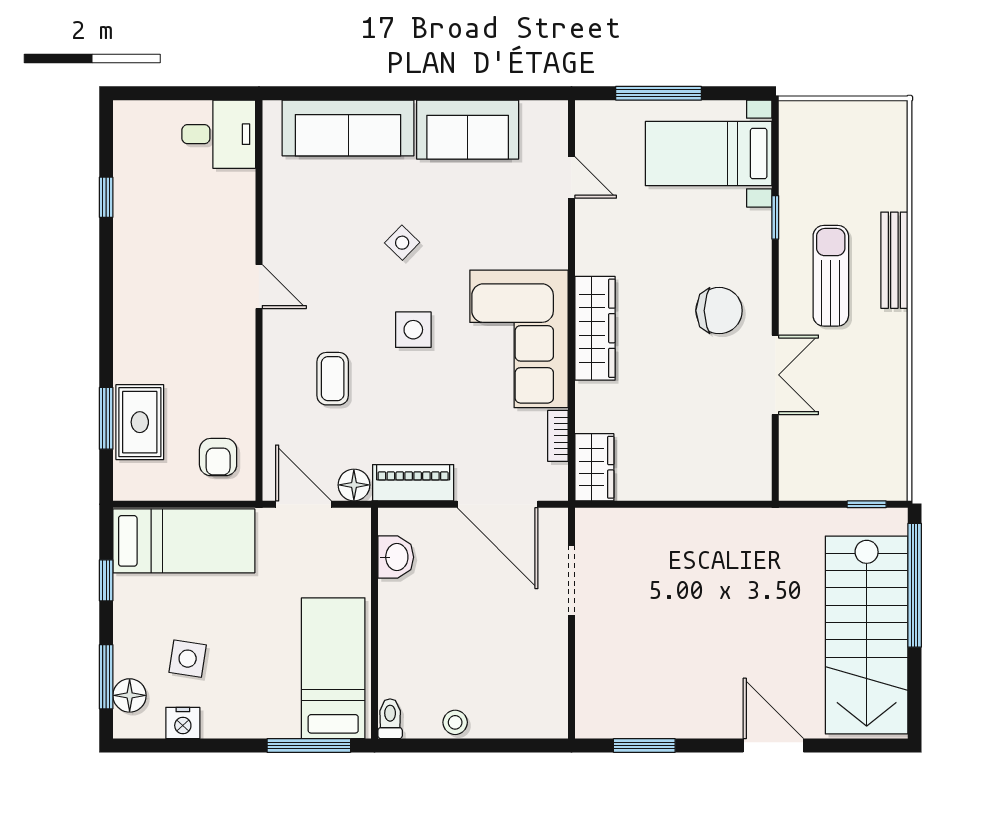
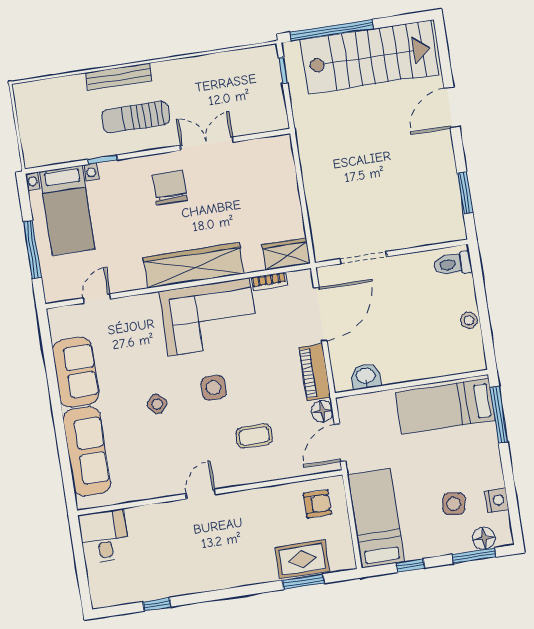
wardrobe: (595, 328) -> (194, 265), width x1.40, depth x1.17
toilet: (390, 719) -> (453, 264), moved, width x1.37, depth x1.39

